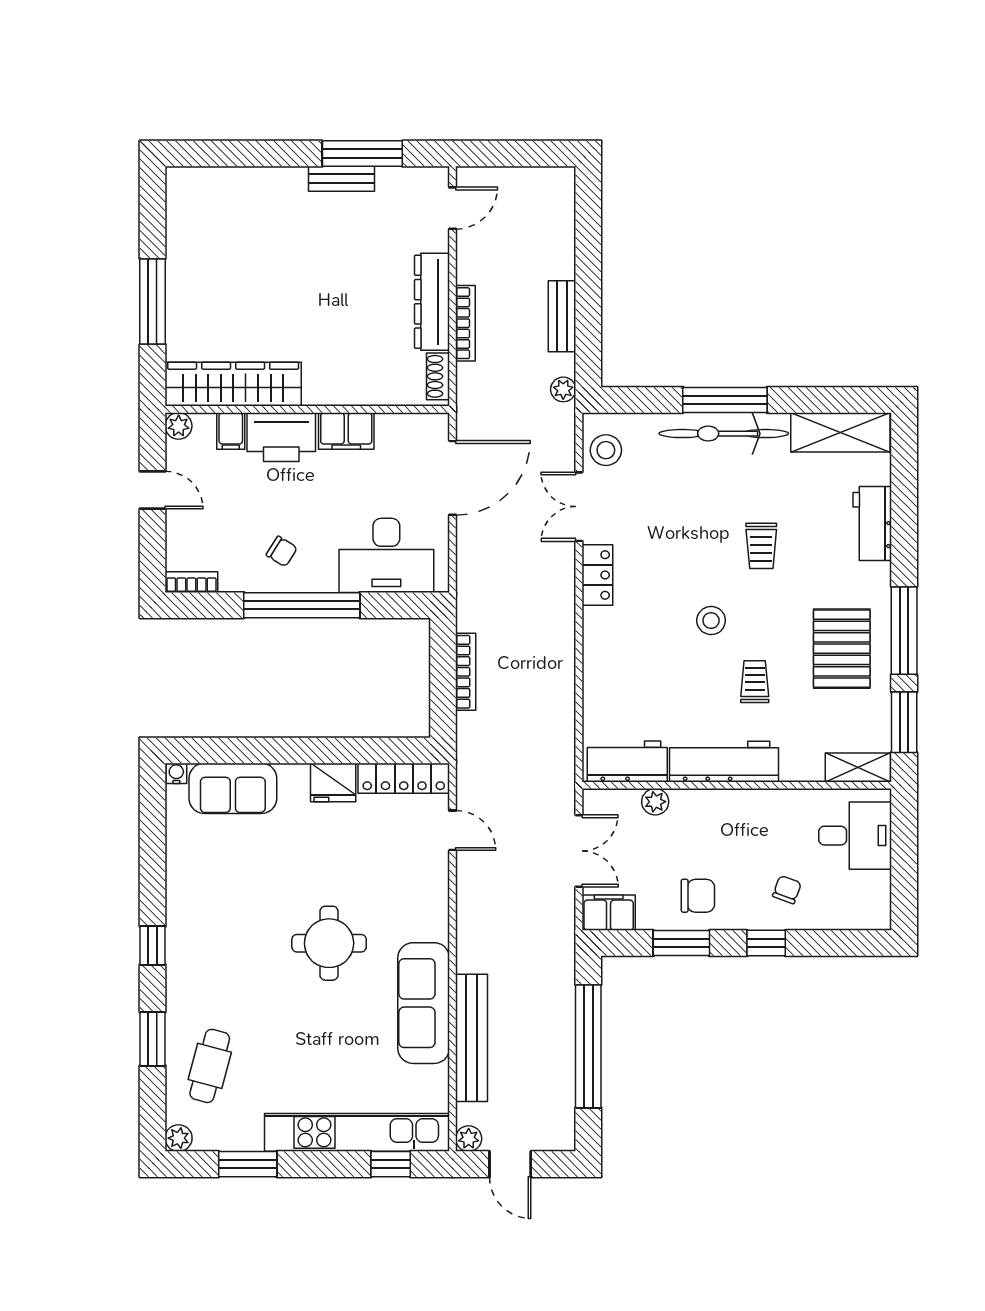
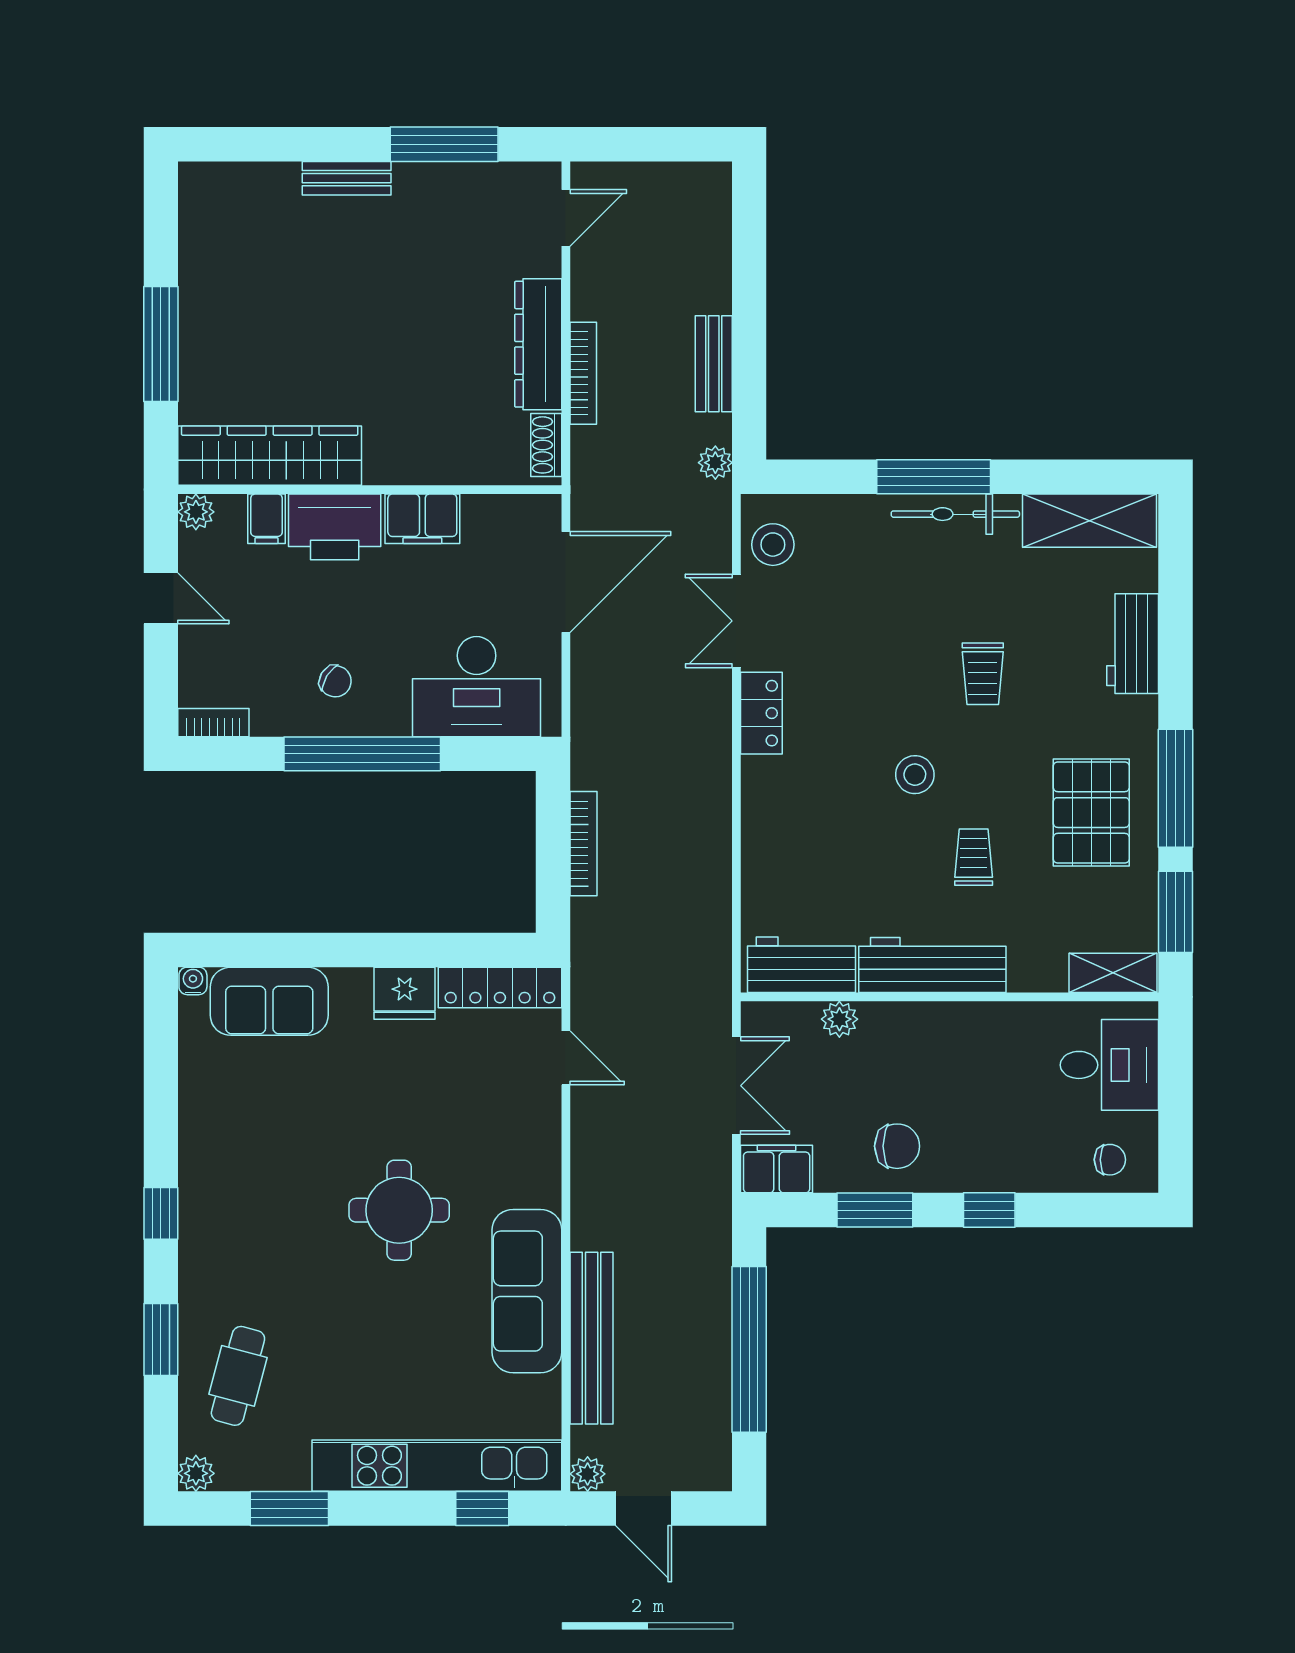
bench: (341, 179) -> (347, 178), moved
bicycle: (724, 434) -> (955, 514), width x0.73, depth x0.71
chair: (787, 890) -> (1110, 1160), moved, turned 70

